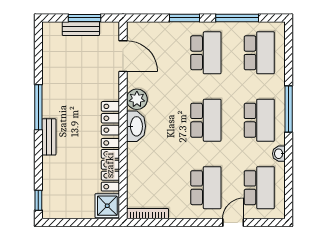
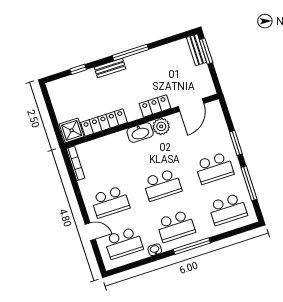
window: (85, 18) -> (206, 51), moved
bench: (81, 29) -> (197, 50), moved
locker: (110, 118) -> (155, 106), moved
window: (38, 200) -> (78, 69), moved

